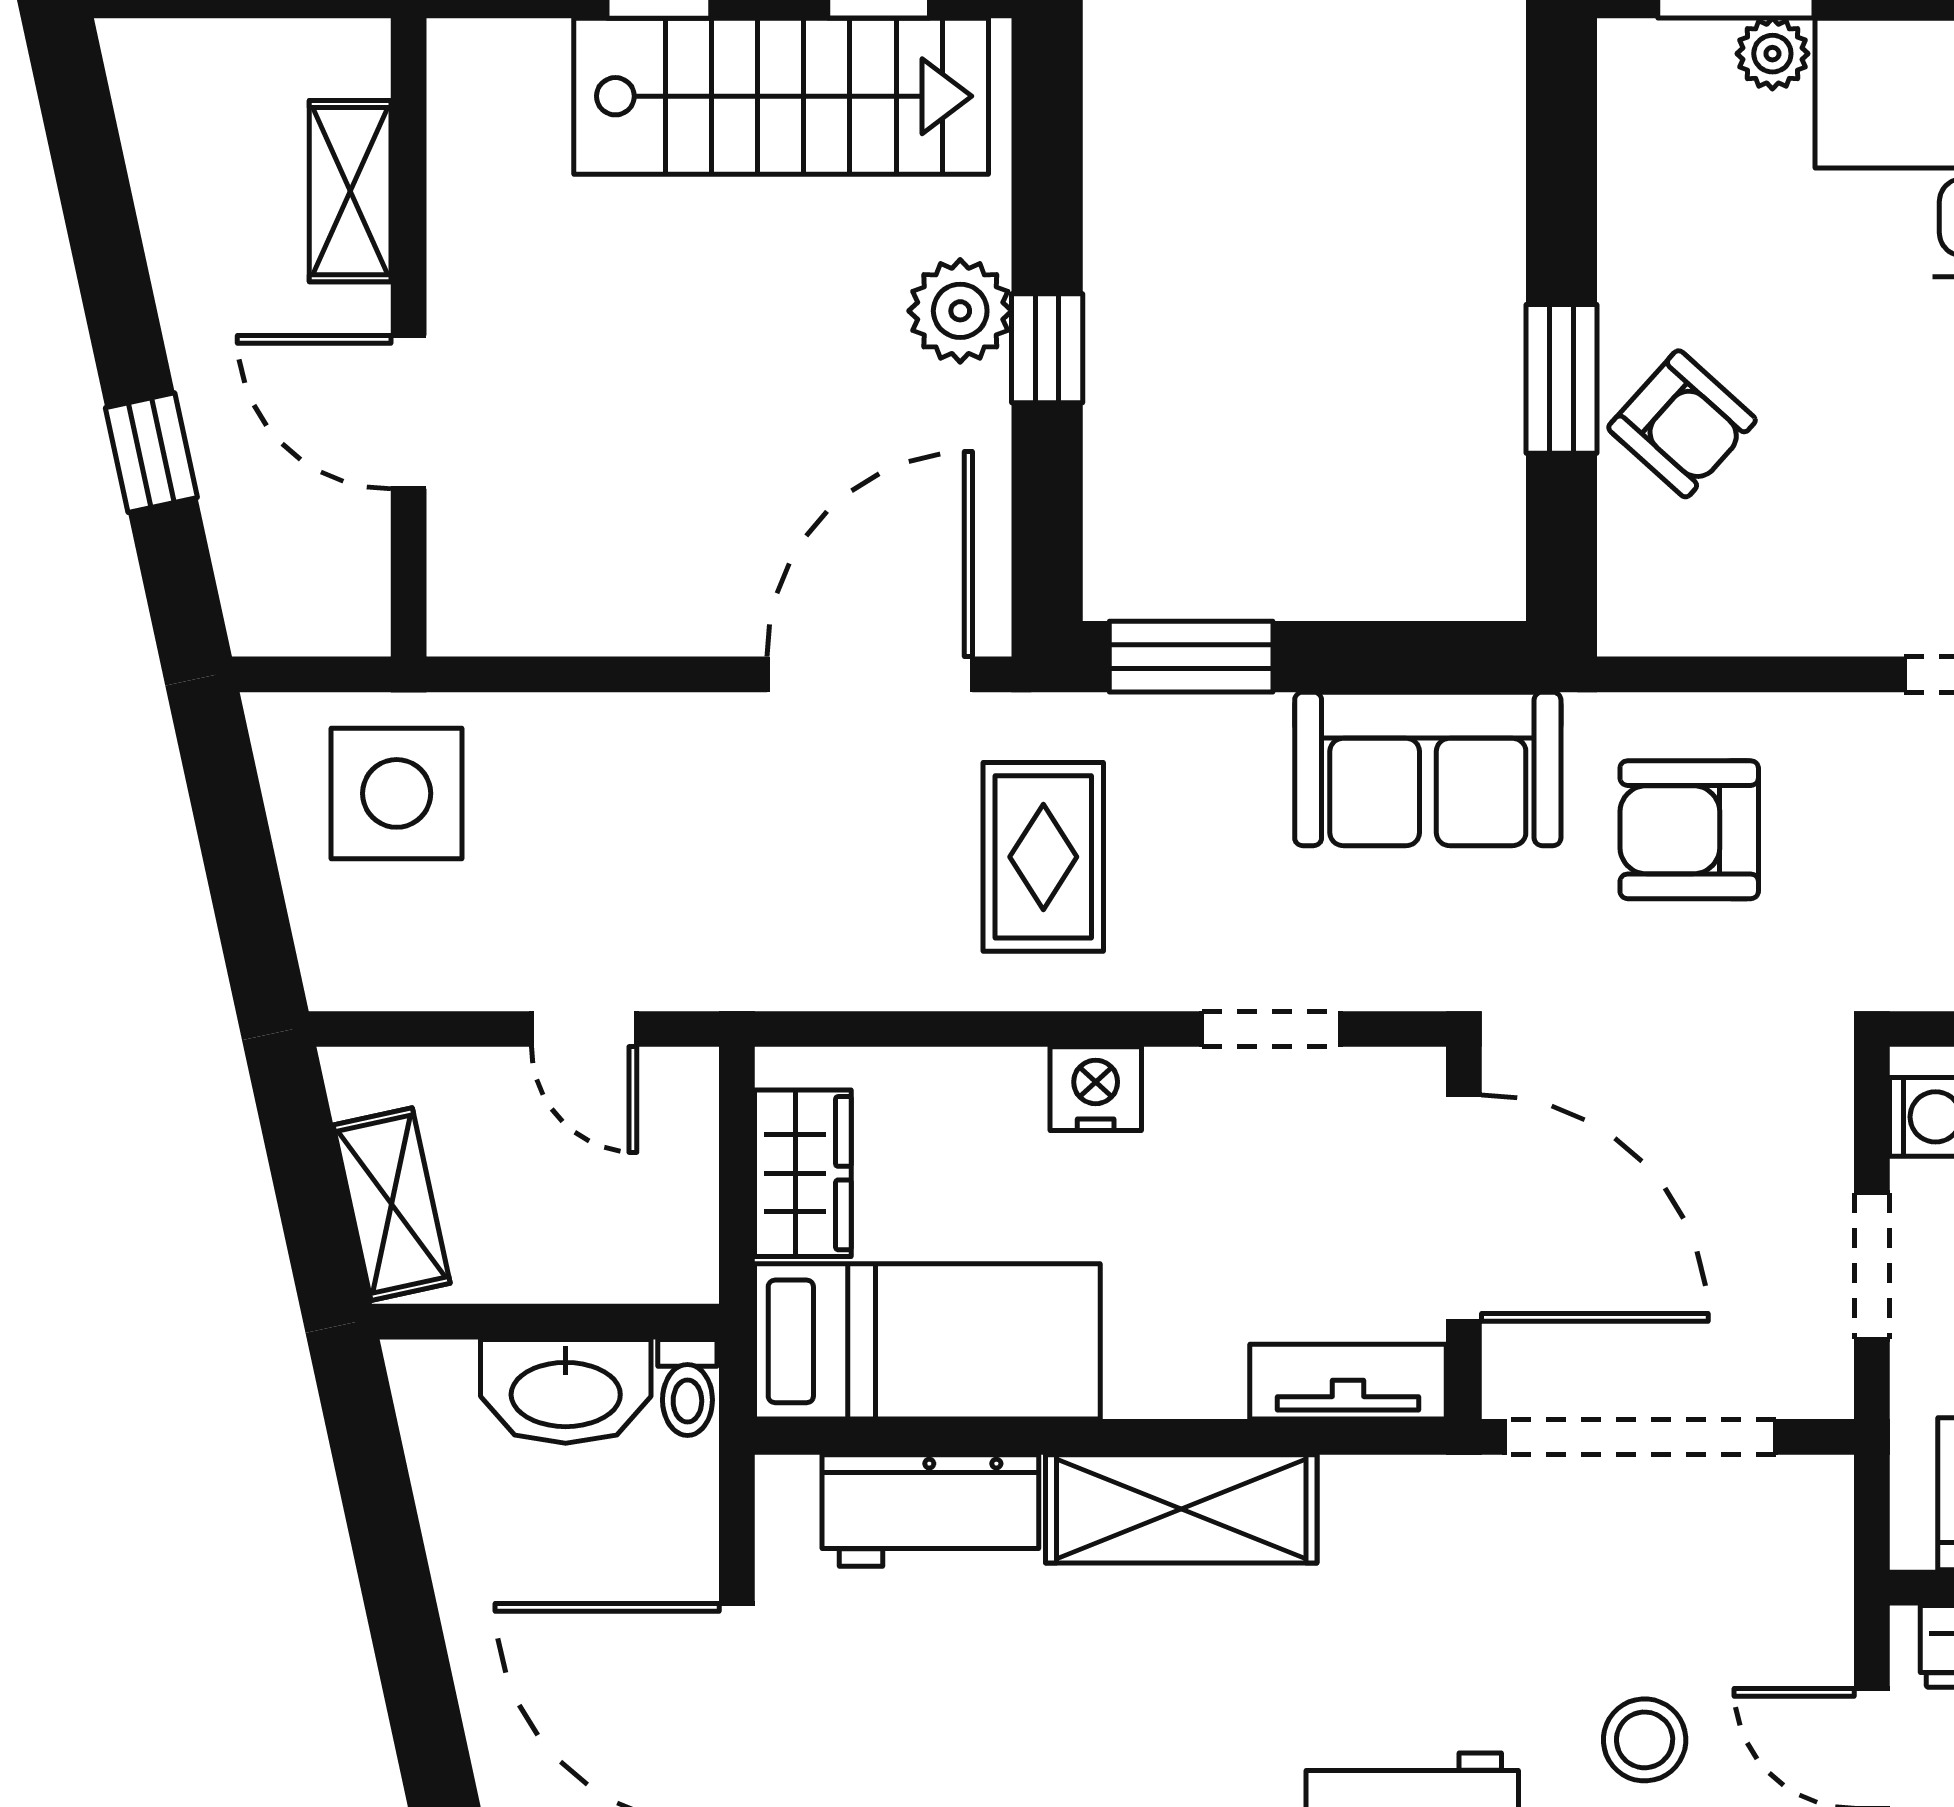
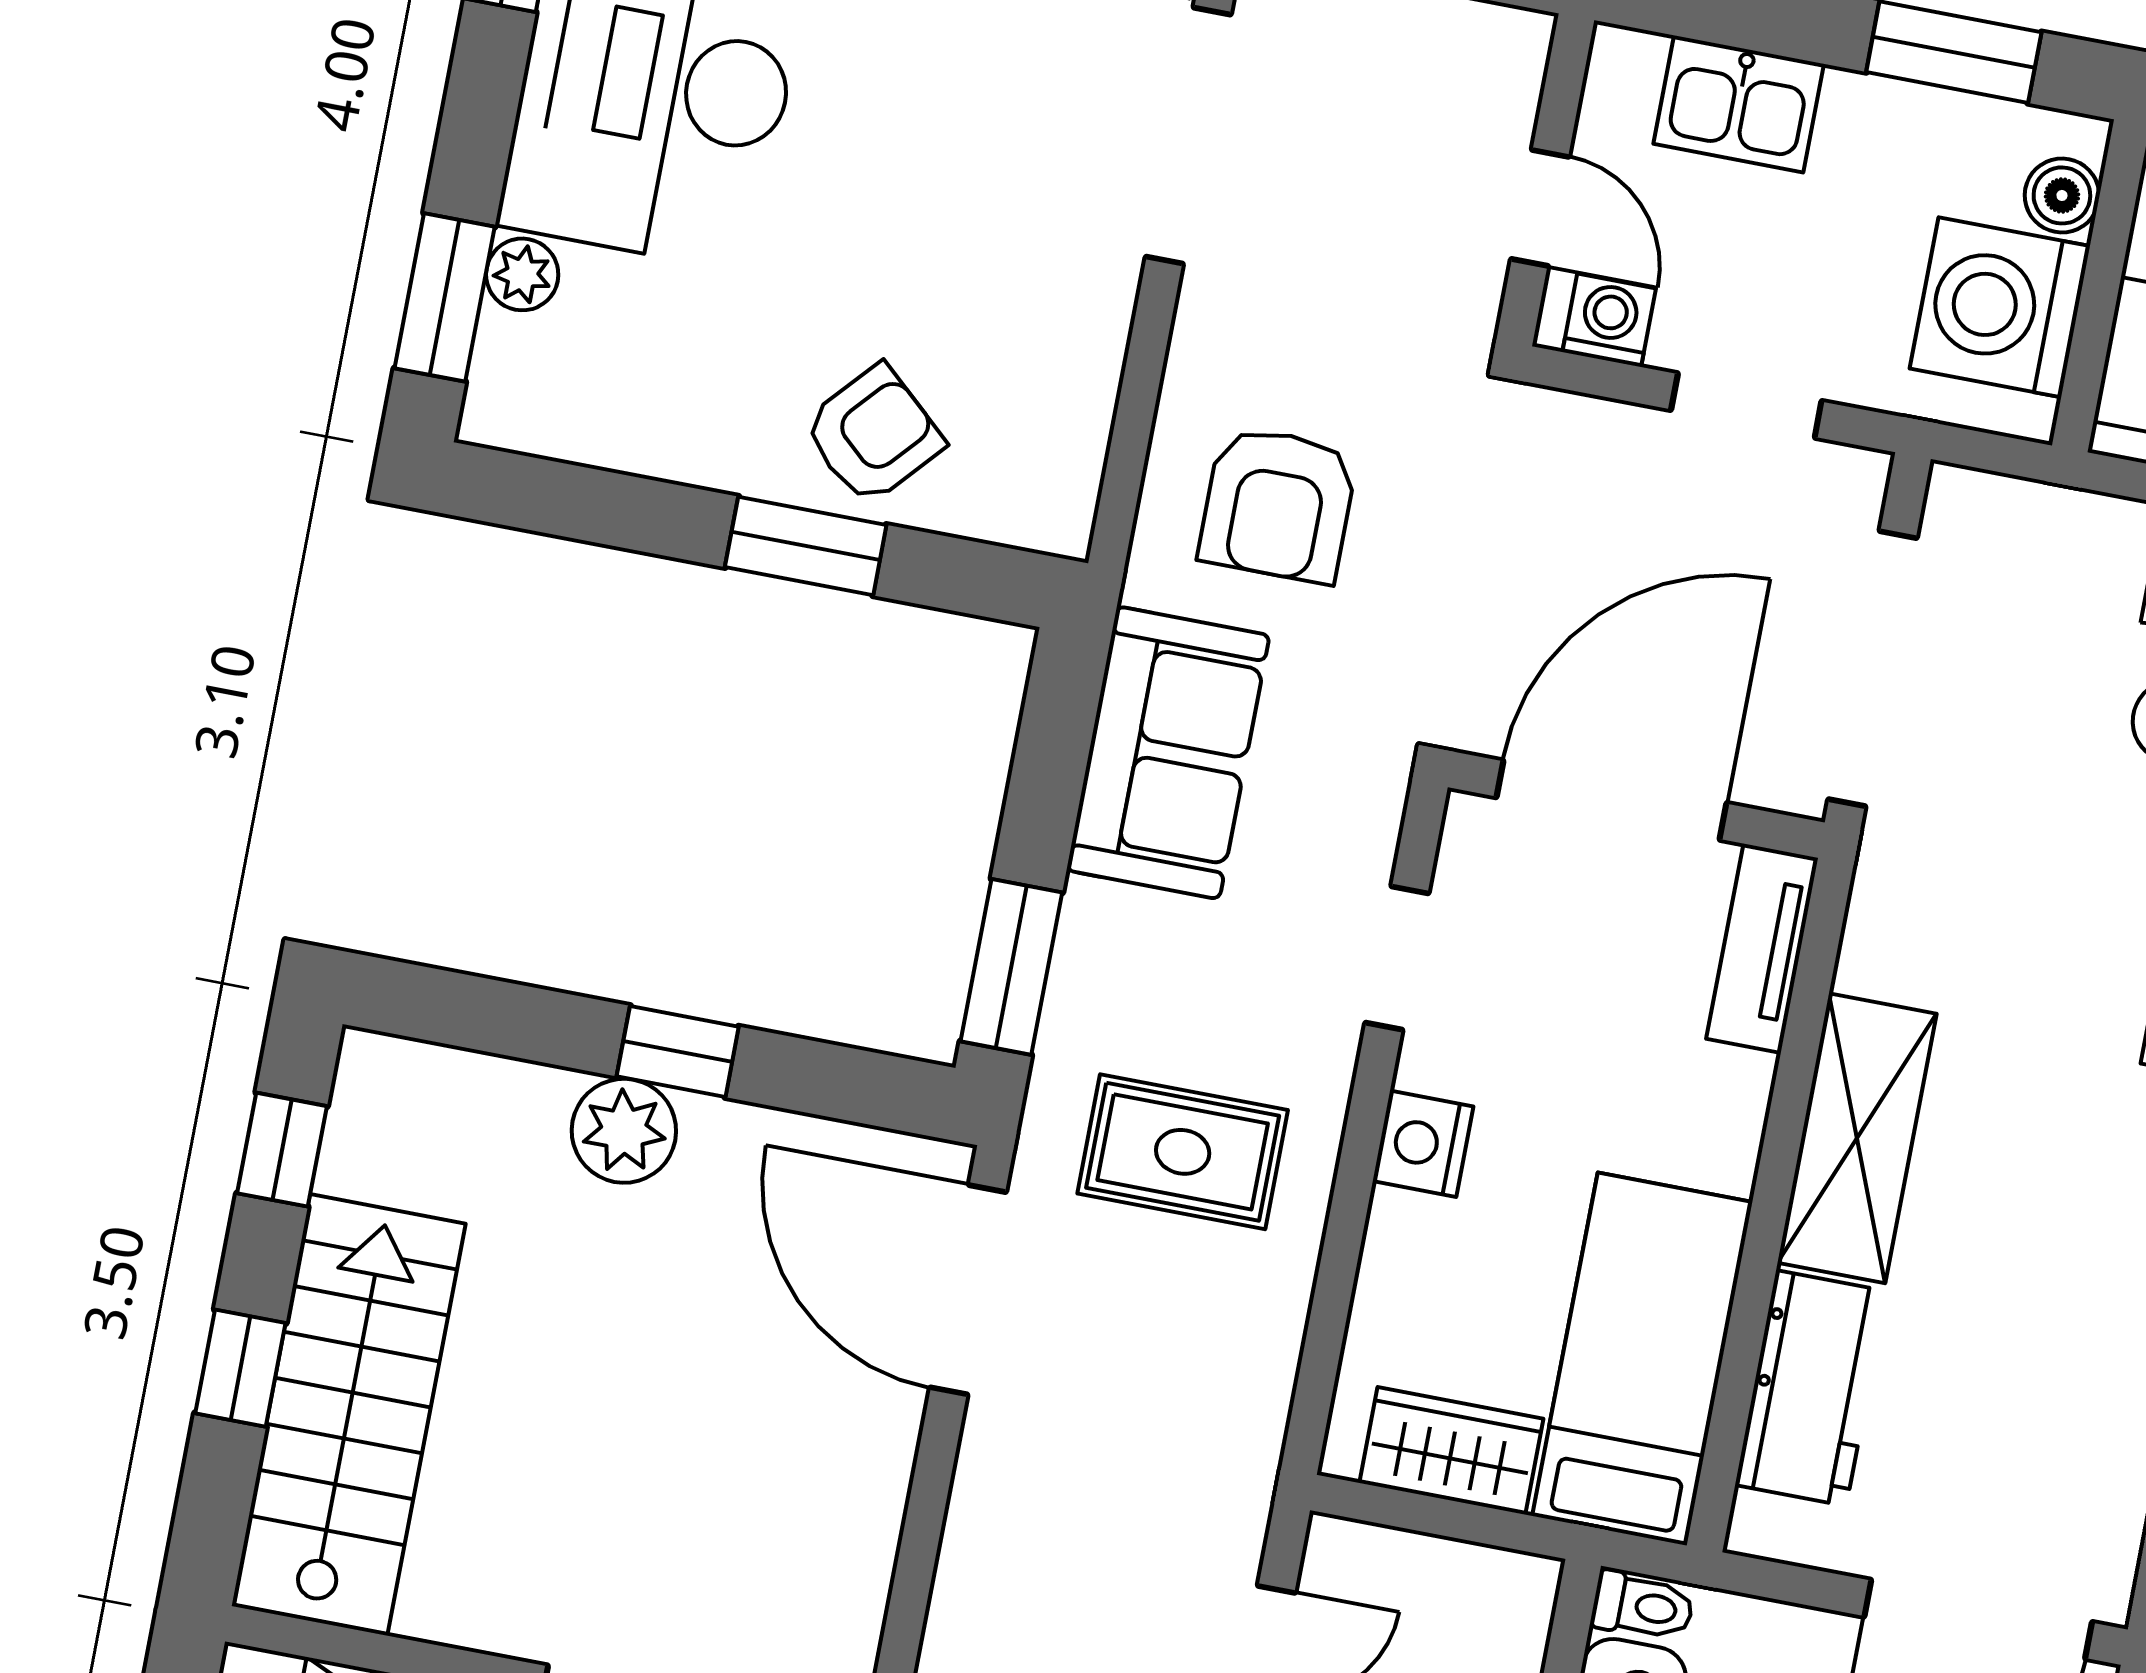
stairs: (781, 96) -> (349, 1415), moved

